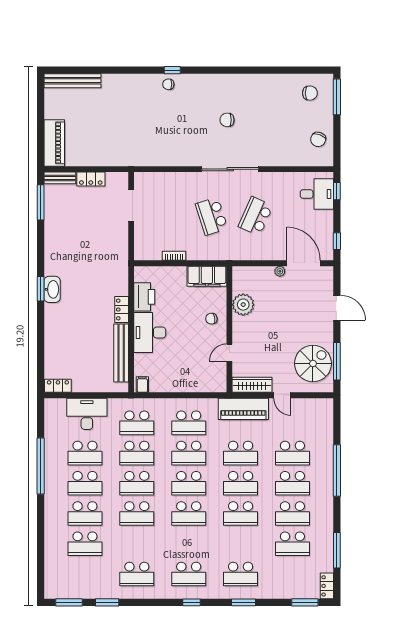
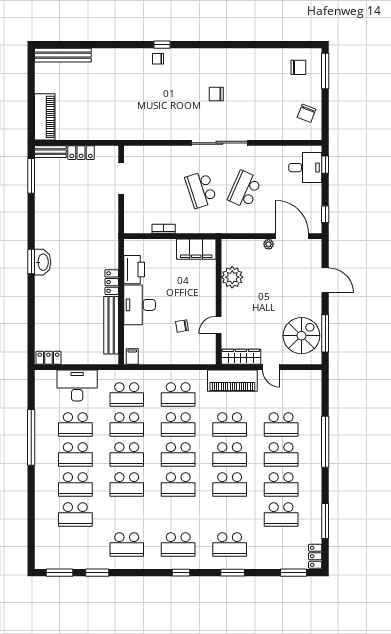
chair: (211, 319) -> (182, 326), moved

